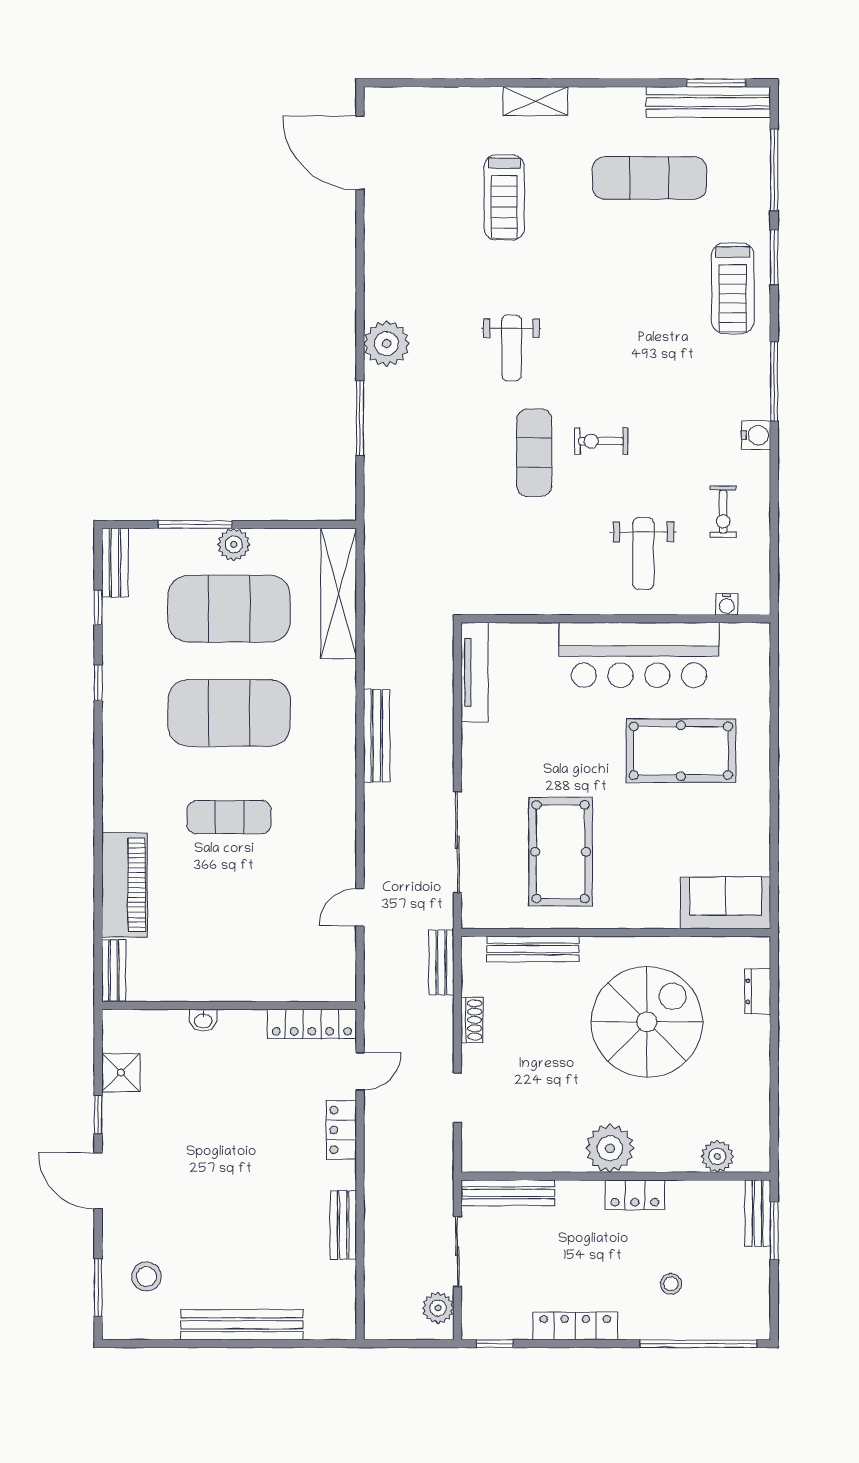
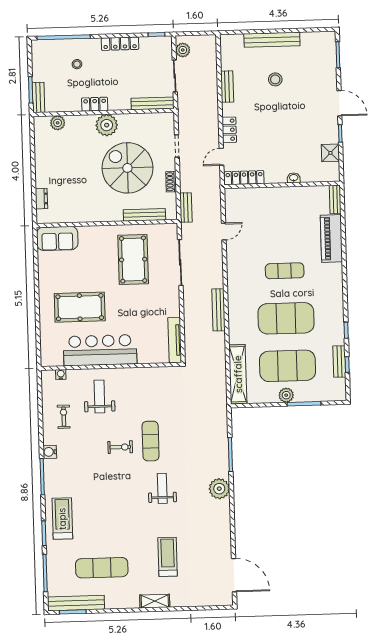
bench: (115, 563) -> (339, 362), moved
spiral stairs: (647, 1022) -> (127, 168), moved, turned 90
stool: (146, 1276) -> (275, 79), moved

